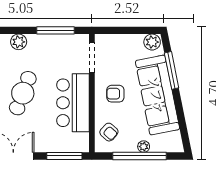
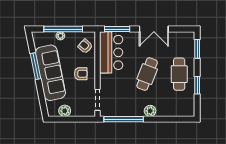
window: (55, 30) -> (124, 119), width x1.46
plant: (152, 42) -> (65, 111), moved
window: (172, 70) -> (35, 66), moved
bar counter: (73, 103) -> (111, 52), moved

